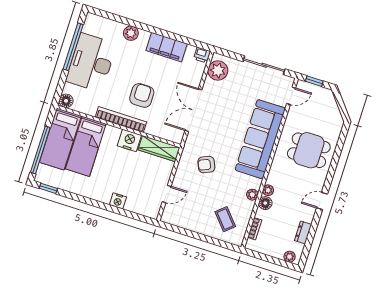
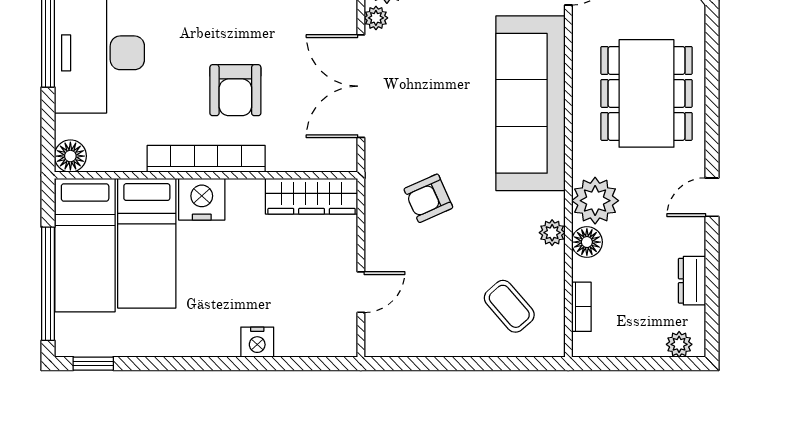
plant: (208, 84) -> (376, 18), added
armchair: (142, 95) -> (235, 90), turned 180
nightstand: (129, 140) -> (202, 199), moved
dining table: (309, 150) -> (646, 93), width x1.37
plant: (268, 190) -> (595, 201), width x1.88, depth x1.88

